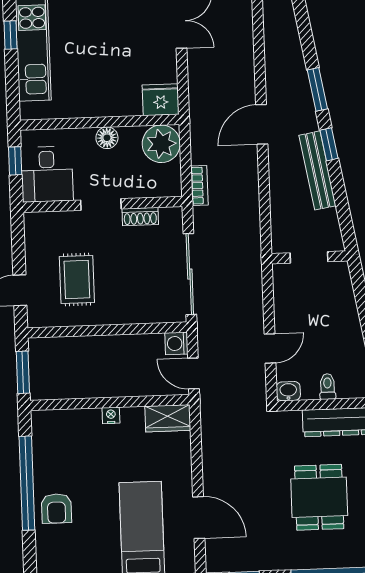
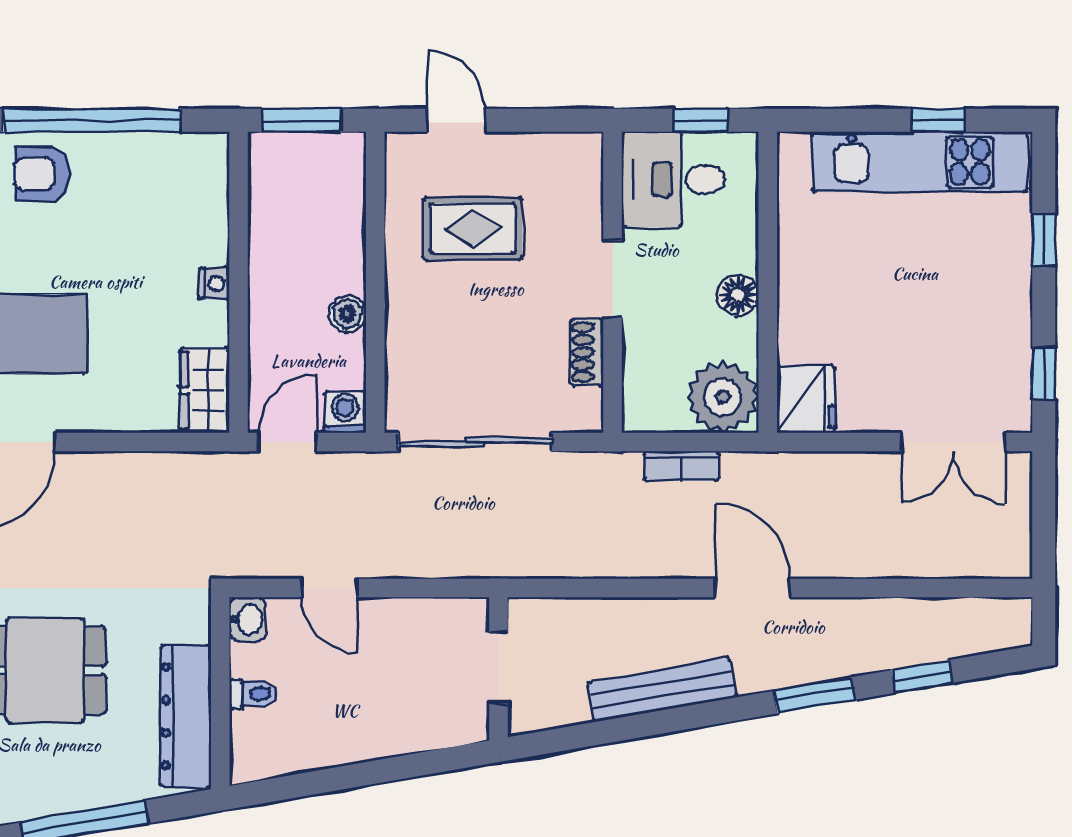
window: (329, 144) -> (922, 676), moved
bookcase: (199, 186) -> (682, 466), moved
boiler: (125, 344) -> (347, 314), added

